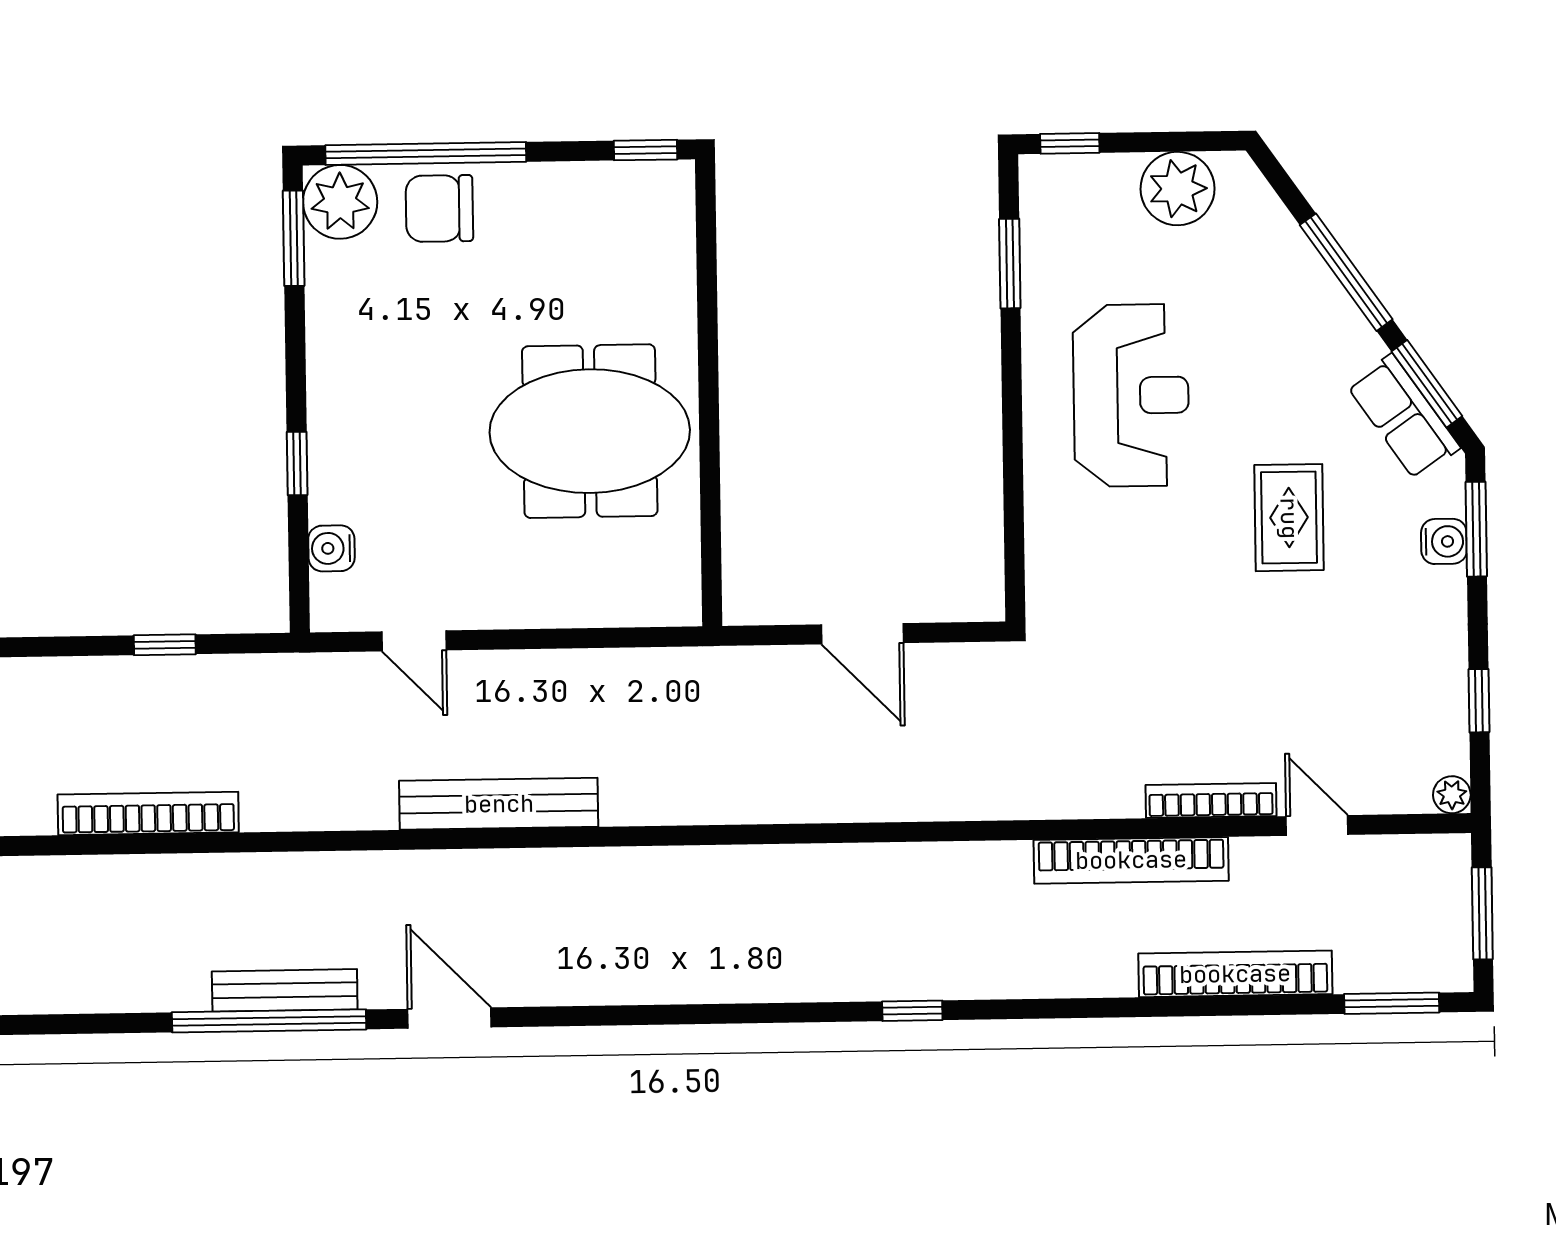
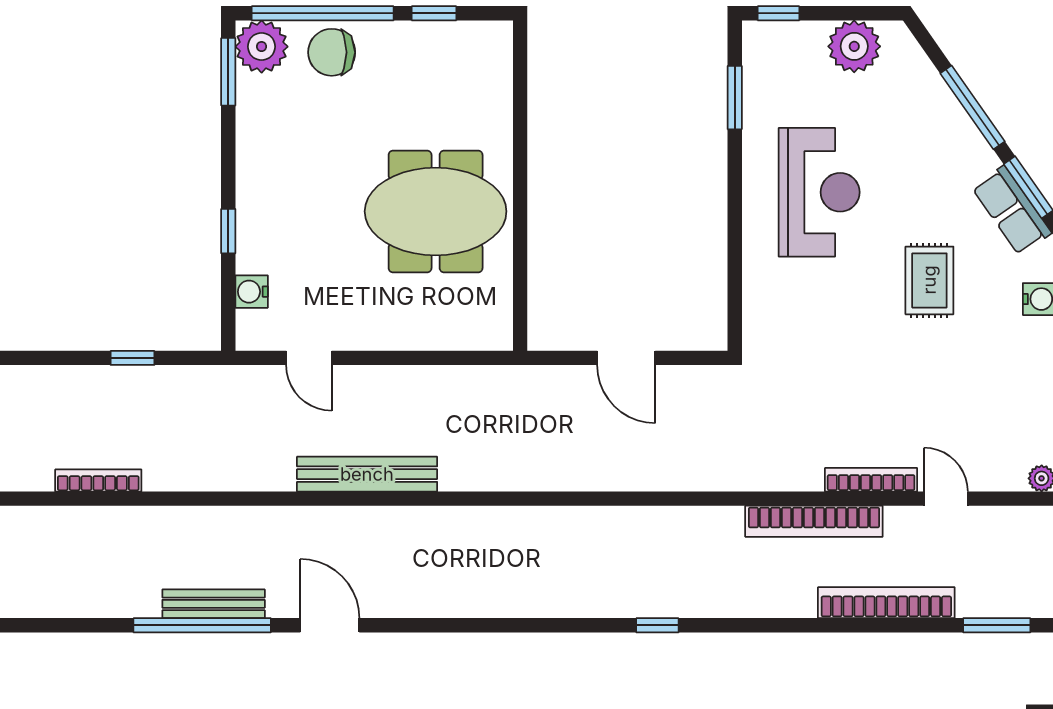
window: (646, 150) -> (434, 13), moved
bookcase: (148, 813) -> (98, 481), width x0.68, depth x0.76

